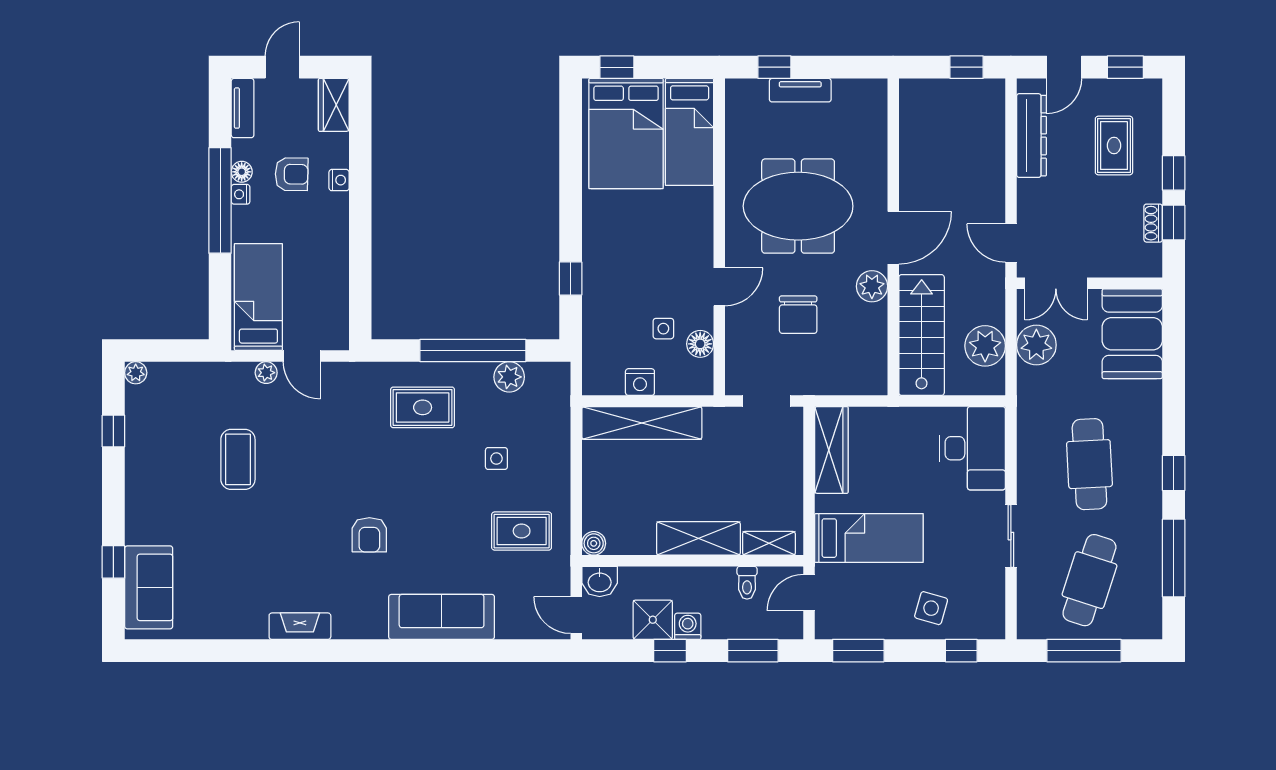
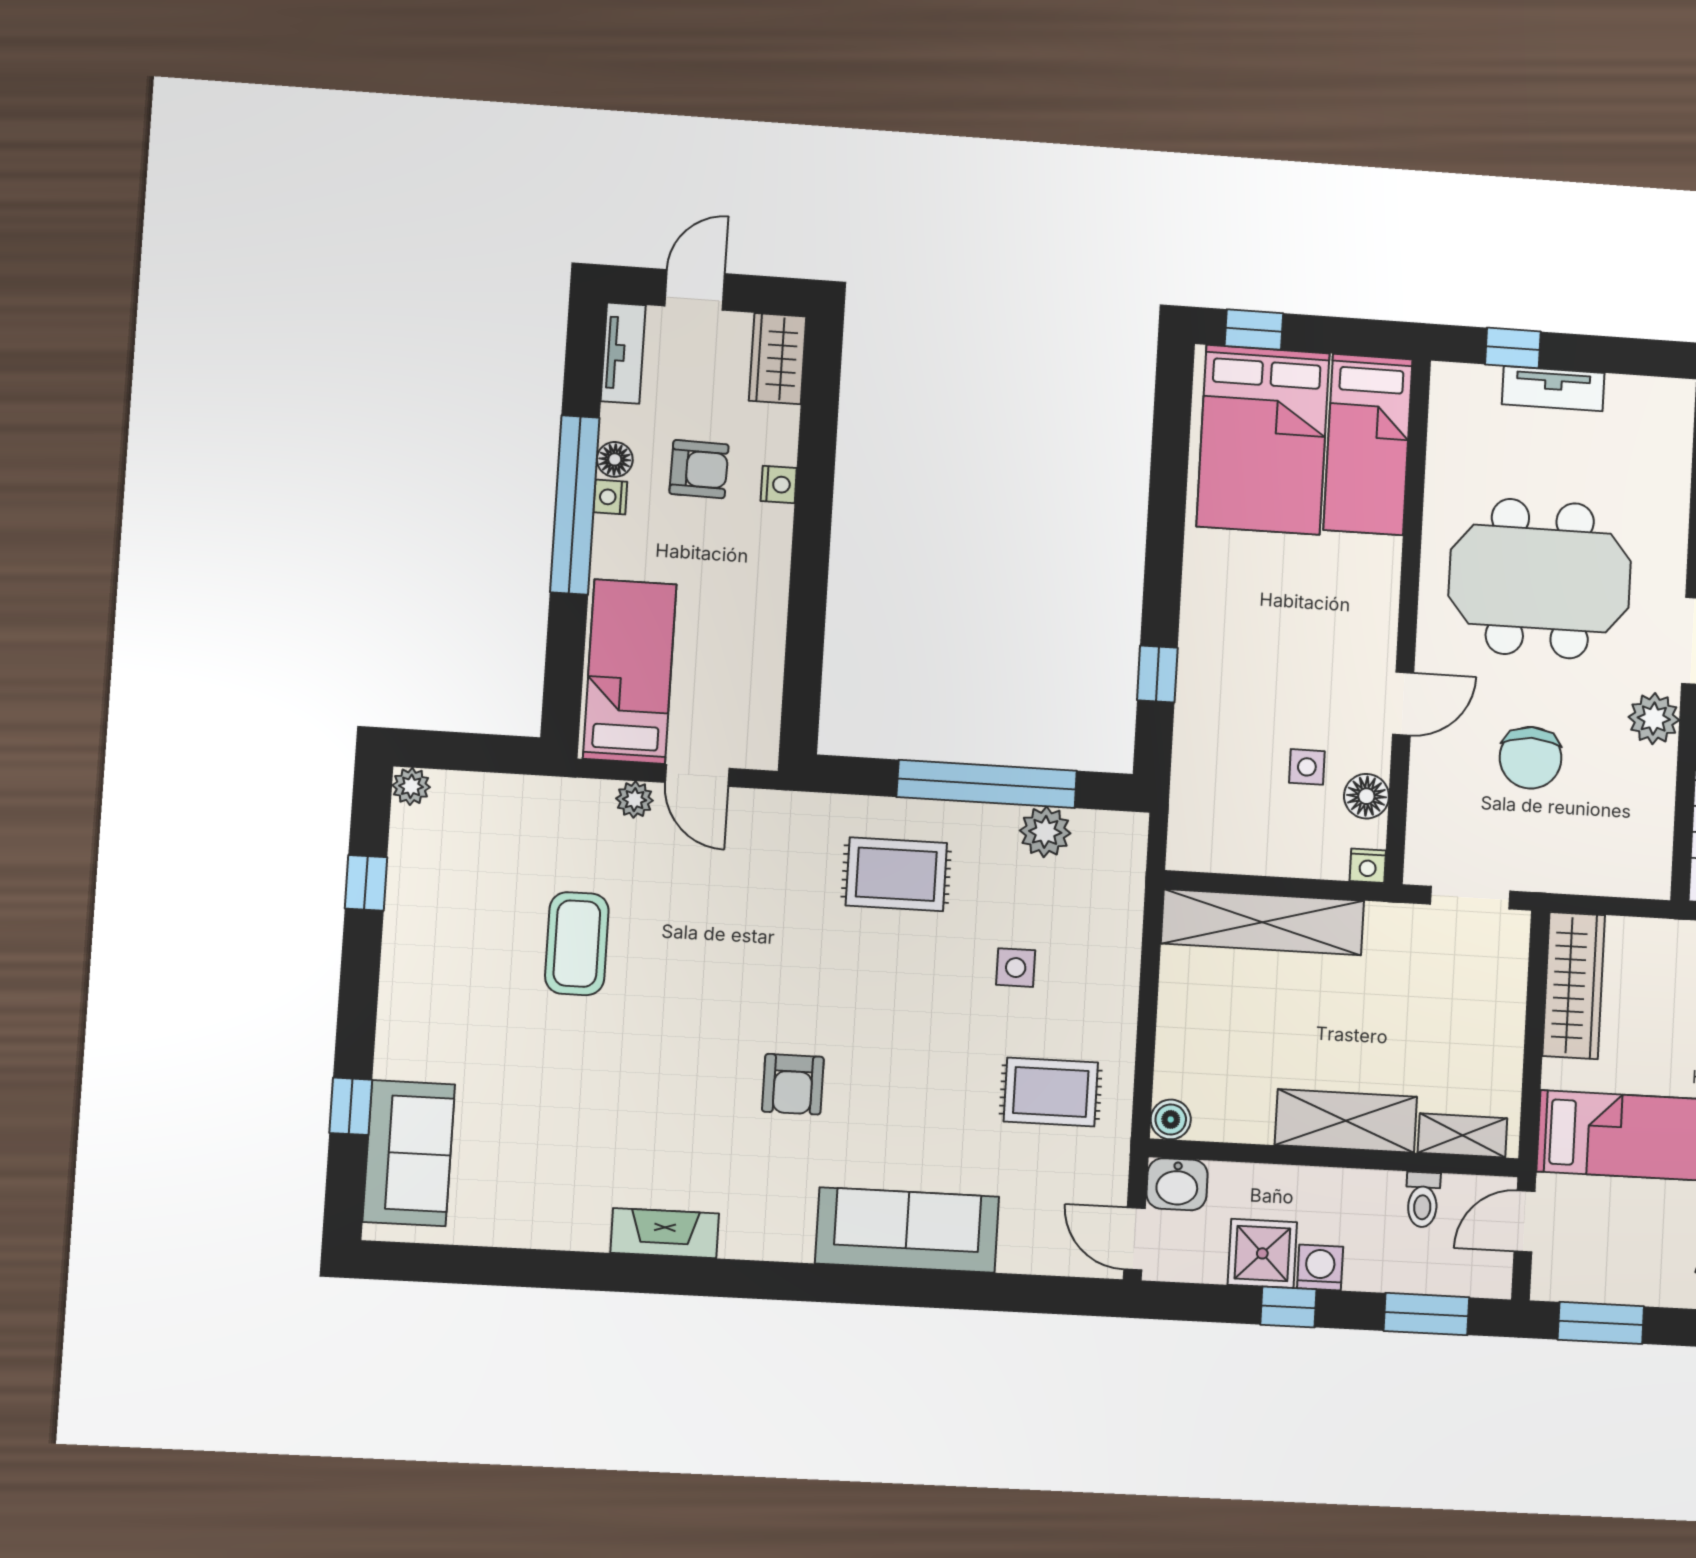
nightstand: (640, 382) -> (1368, 866), moved, width x0.72, depth x0.74

